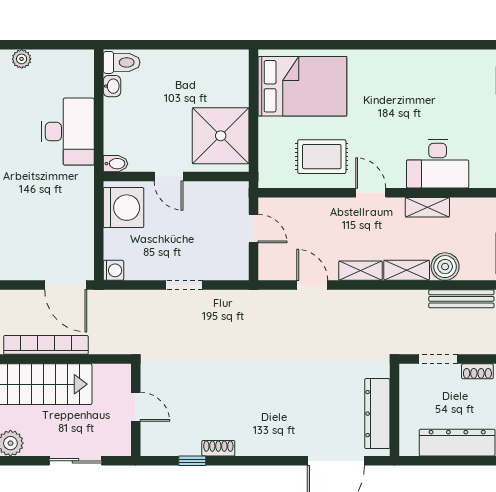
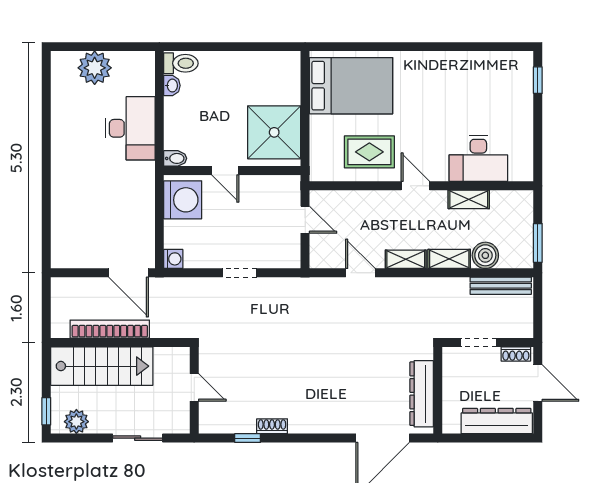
plant: (22, 59) -> (95, 68), width x1.88, depth x1.88

